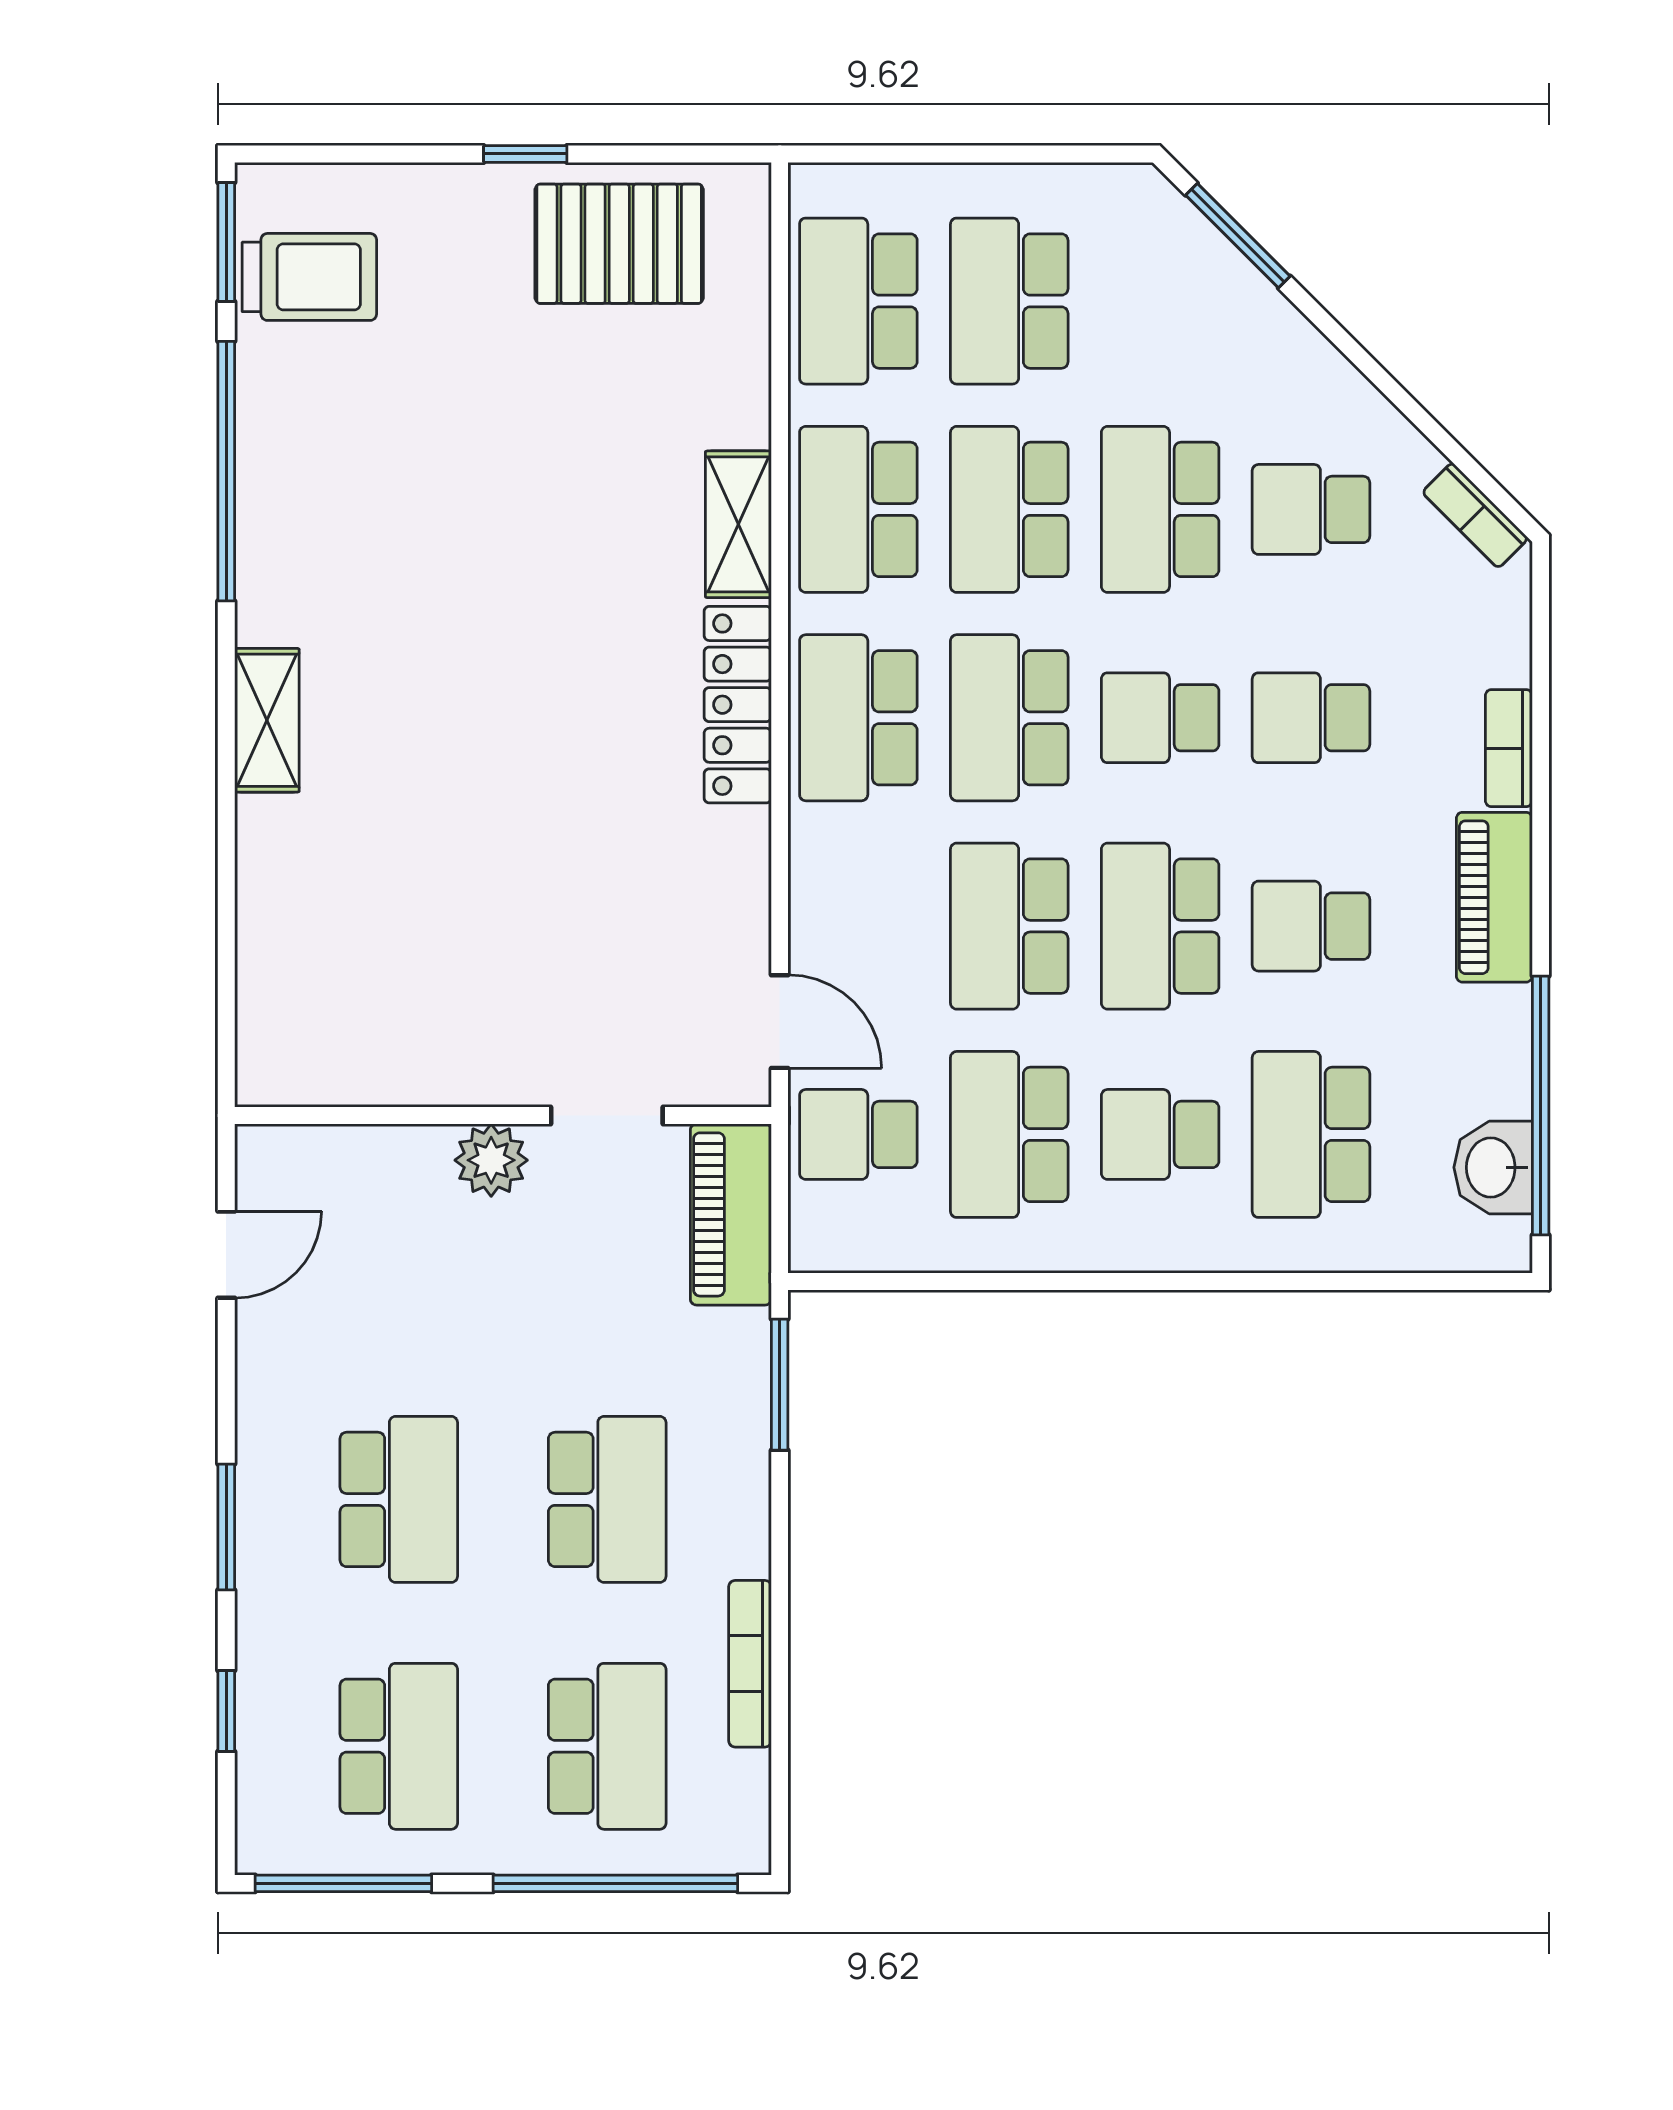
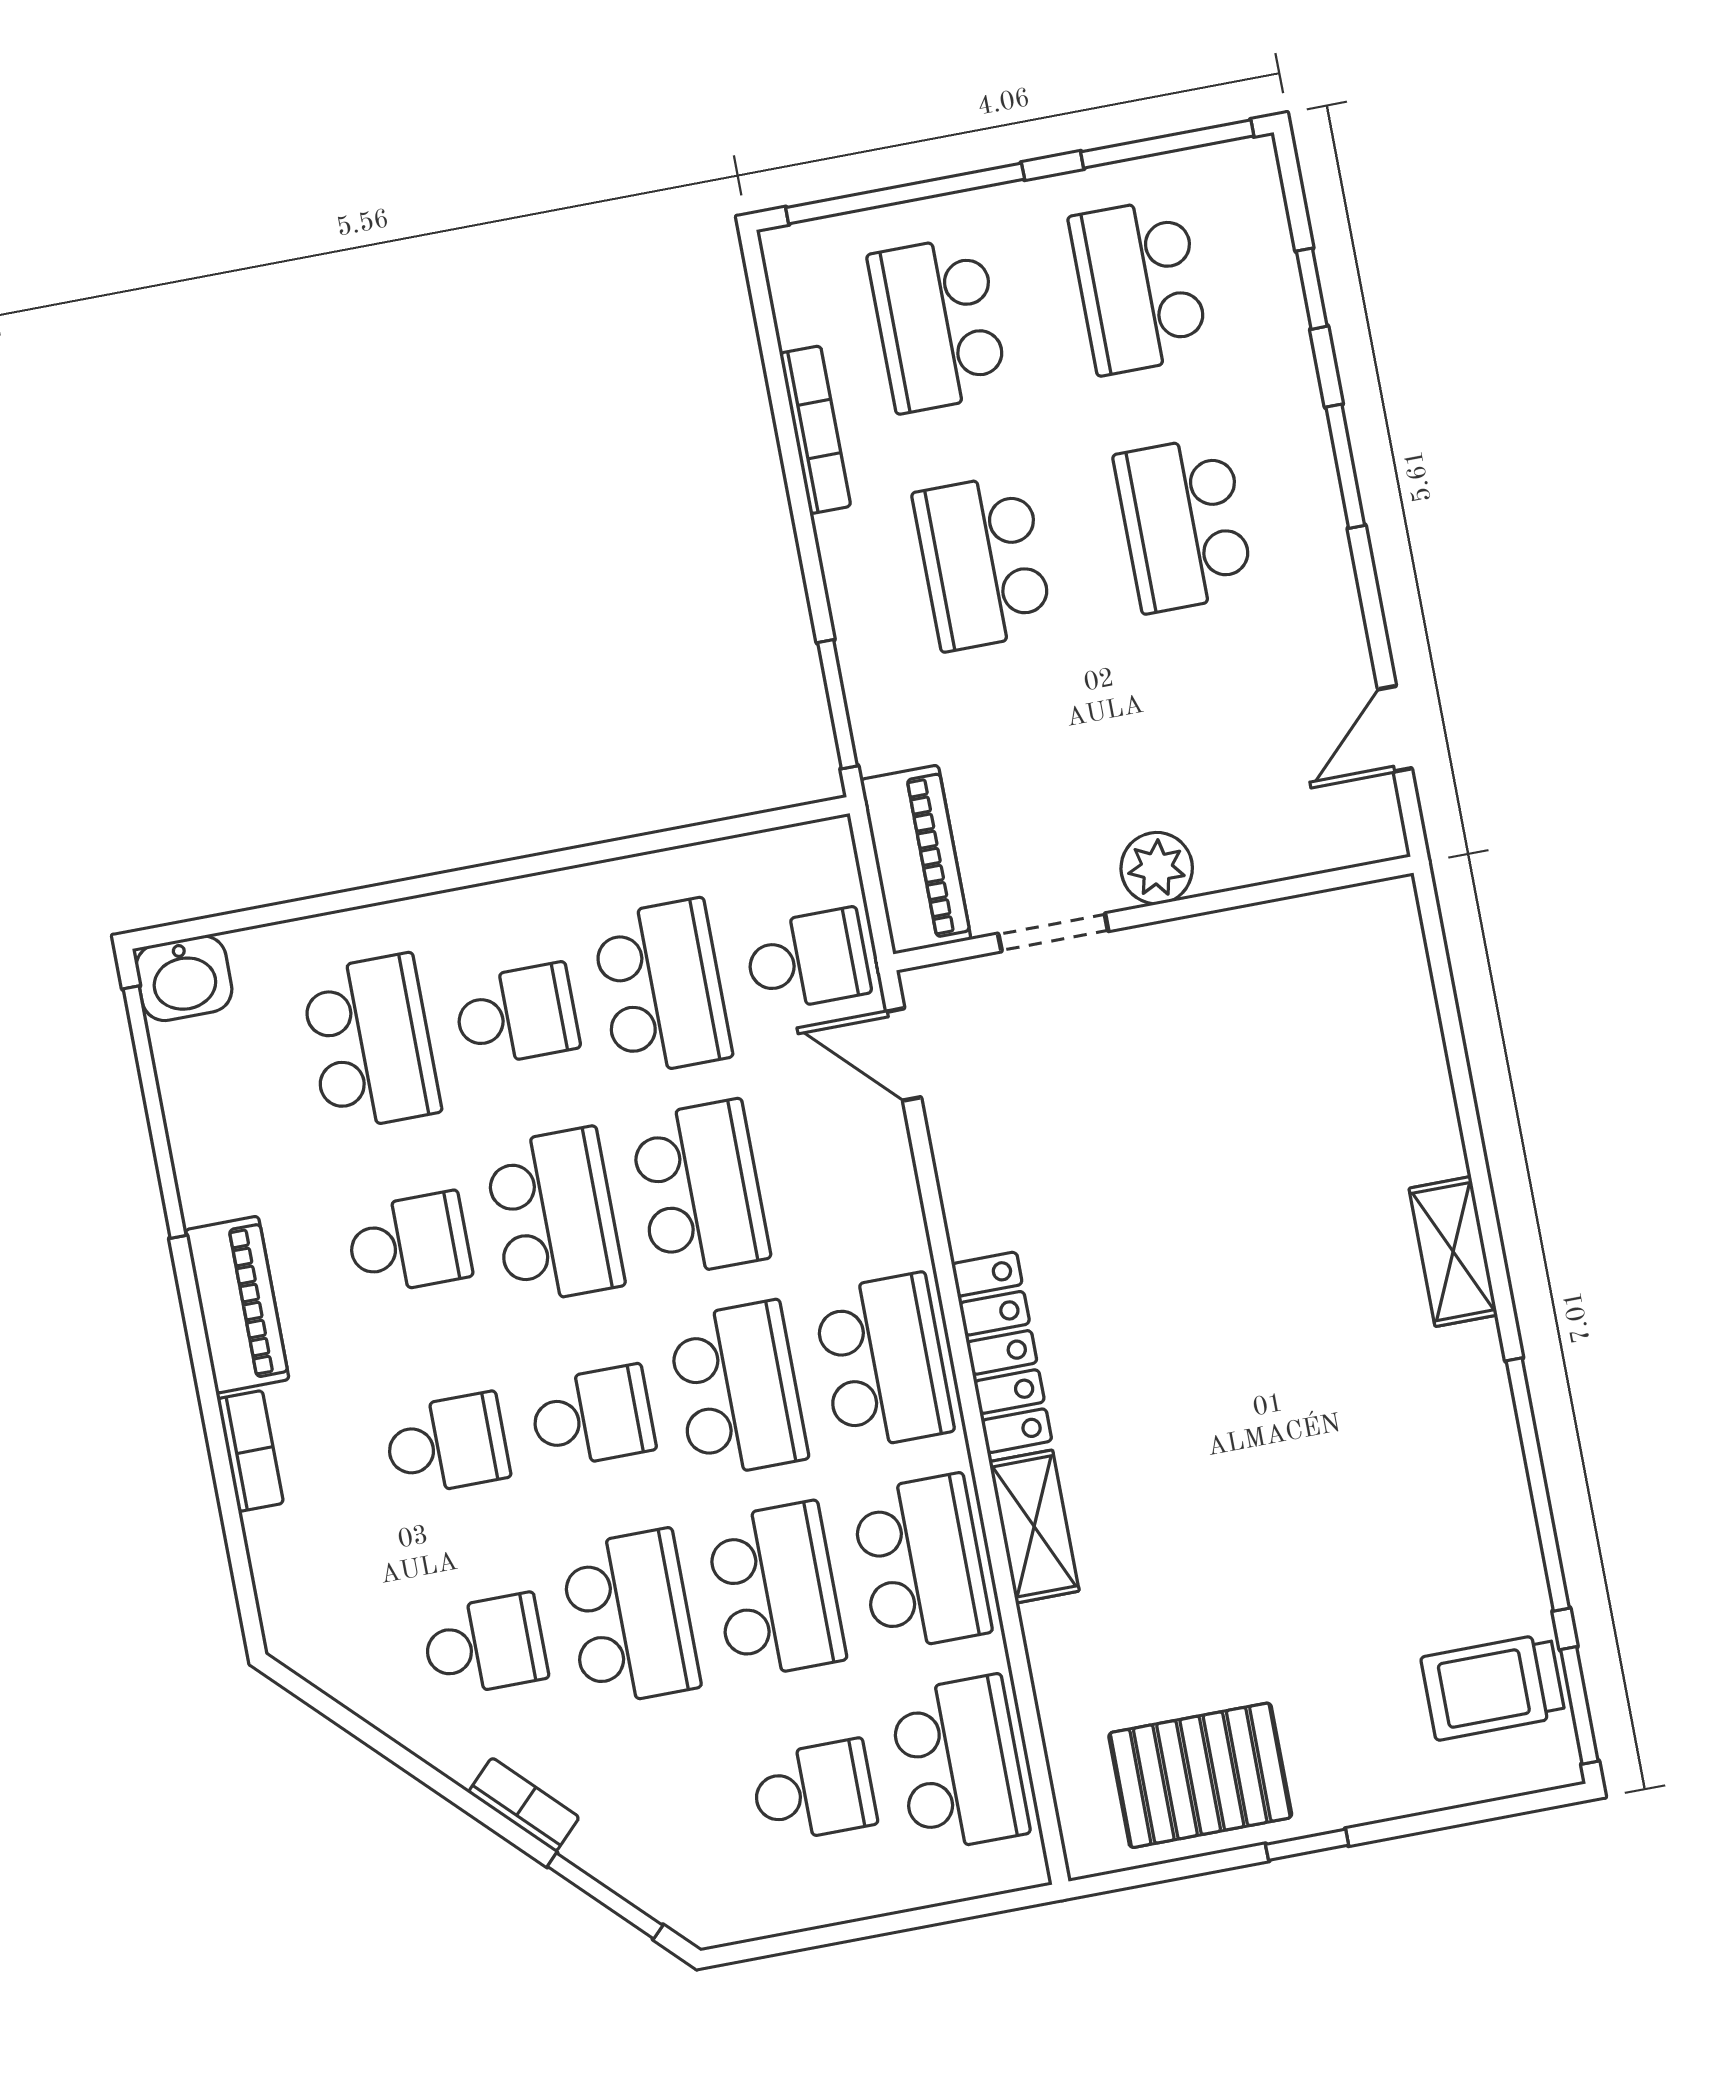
school desk: (1009, 301) -> (814, 1791), width x0.54
bookcase: (1475, 515) -> (524, 1805), moved
washbasin: (1493, 1167) -> (184, 978), moved, turned 90

